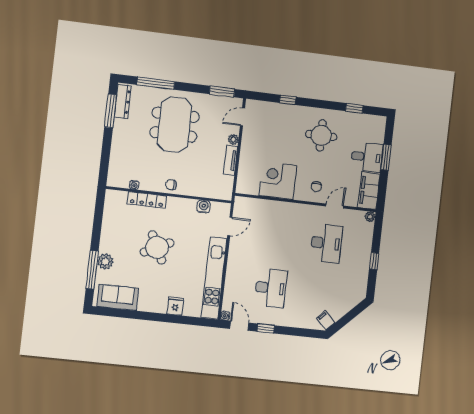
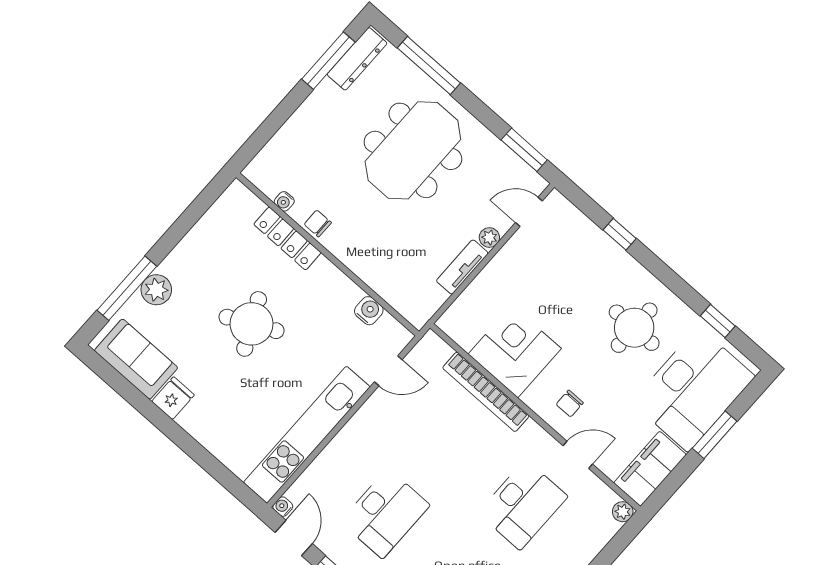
desk: (367, 157) -> (693, 389), width x1.87, depth x1.30
chair: (171, 185) -> (318, 223), moved
bookcase: (278, 206) -> (486, 392), added
fridge: (175, 306) -> (173, 398), moved

